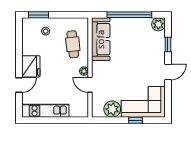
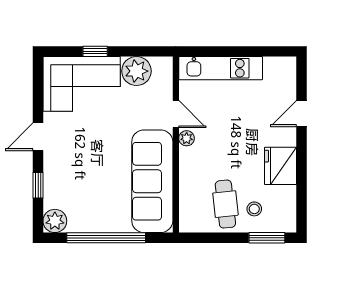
sofa: (101, 39) -> (152, 181), width x1.36, depth x1.27
cafe table: (73, 44) -> (225, 204), moved
fridge: (31, 66) -> (280, 166), moved
kitchen unit: (45, 111) -> (221, 68), moved

